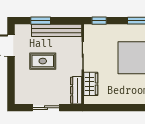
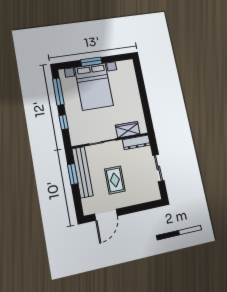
window: (41, 21) -> (73, 174), moved
window: (99, 21) -> (64, 122), moved

